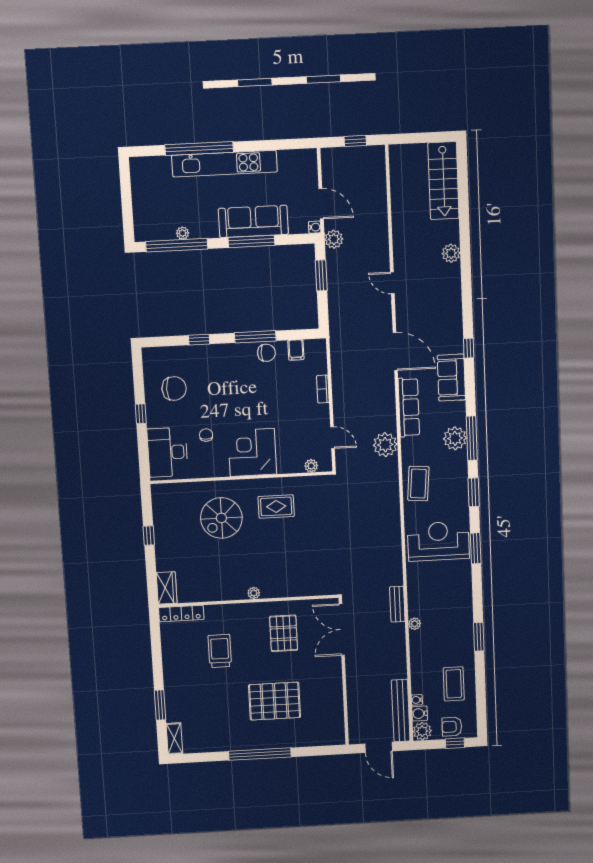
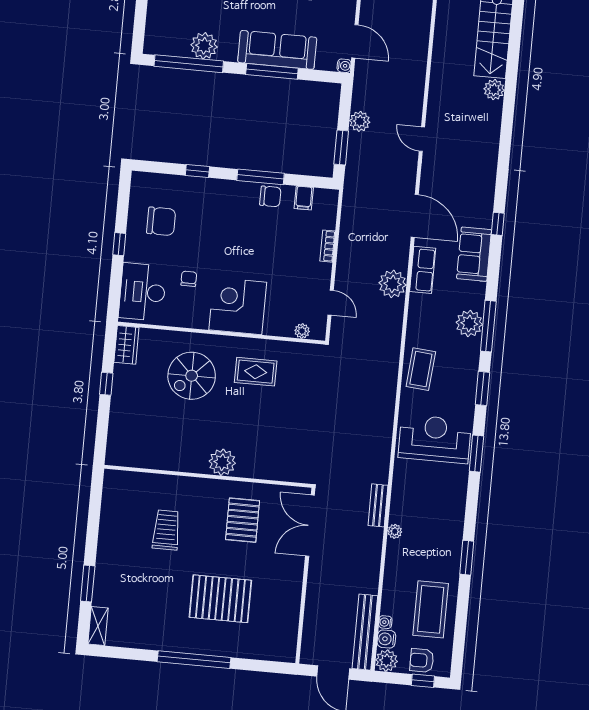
plant: (183, 233) -> (204, 46), width x1.88, depth x1.88
plant: (334, 239) -> (360, 121), moved
plant: (451, 253) -> (494, 90), moved
window: (321, 275) -> (341, 148), moved
row of seats: (409, 407) -> (423, 270), width x0.68
plant: (385, 445) -> (393, 284), moved
wardrobe: (167, 588) -> (126, 345), moved
plant: (254, 593) -> (222, 462), width x1.88, depth x1.88
locker: (181, 613) -> (129, 479), removed
coffee table: (454, 684) -> (431, 609), width x1.36, depth x1.32

